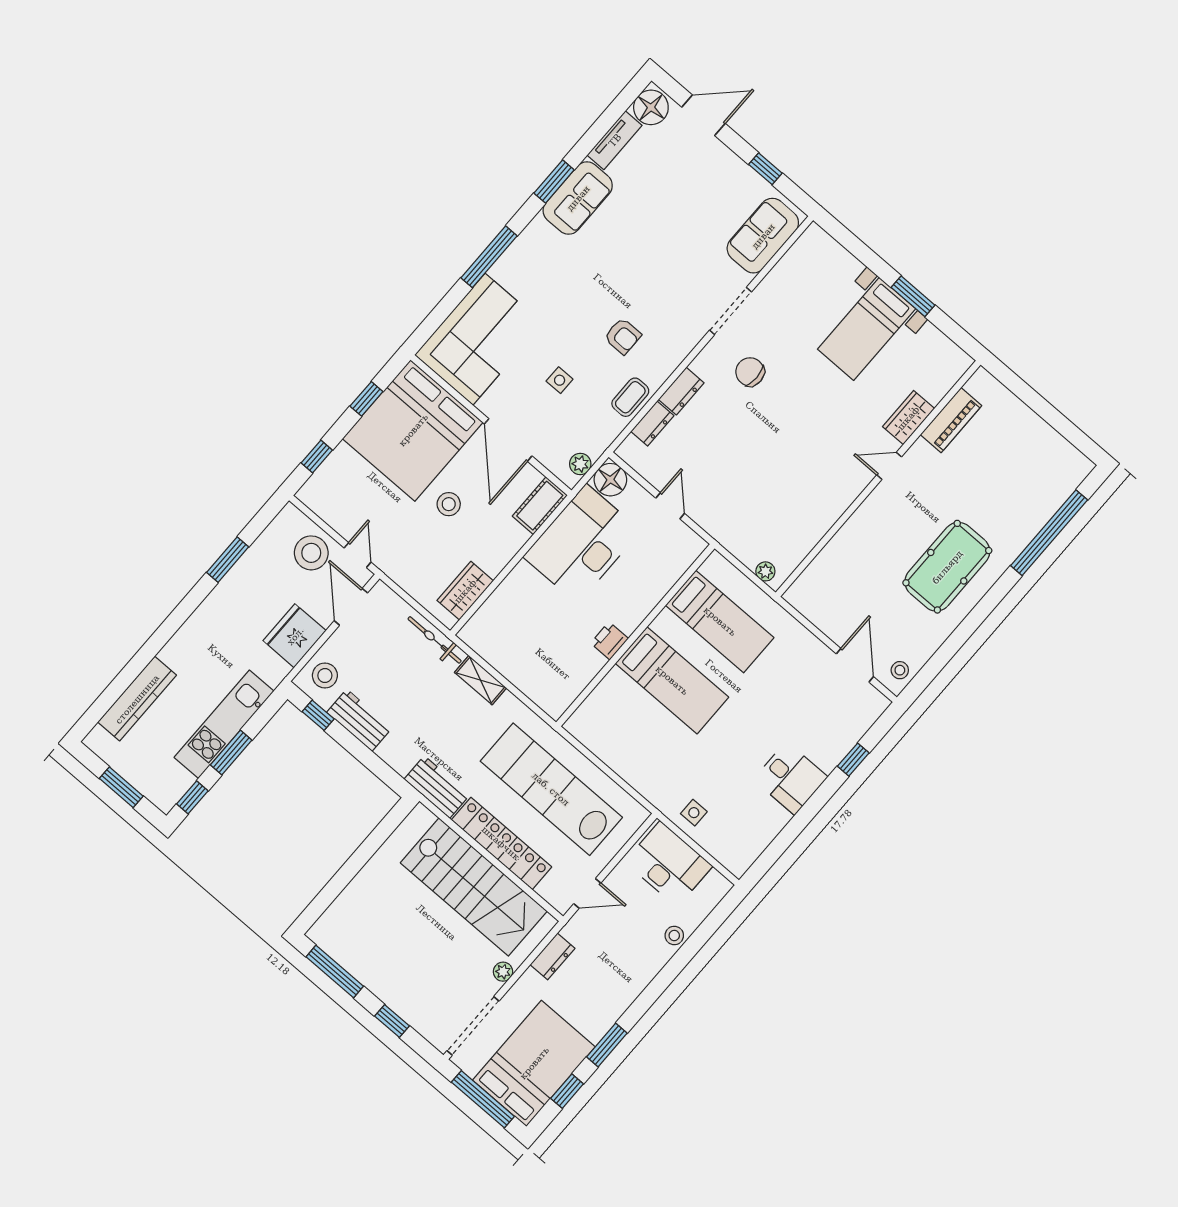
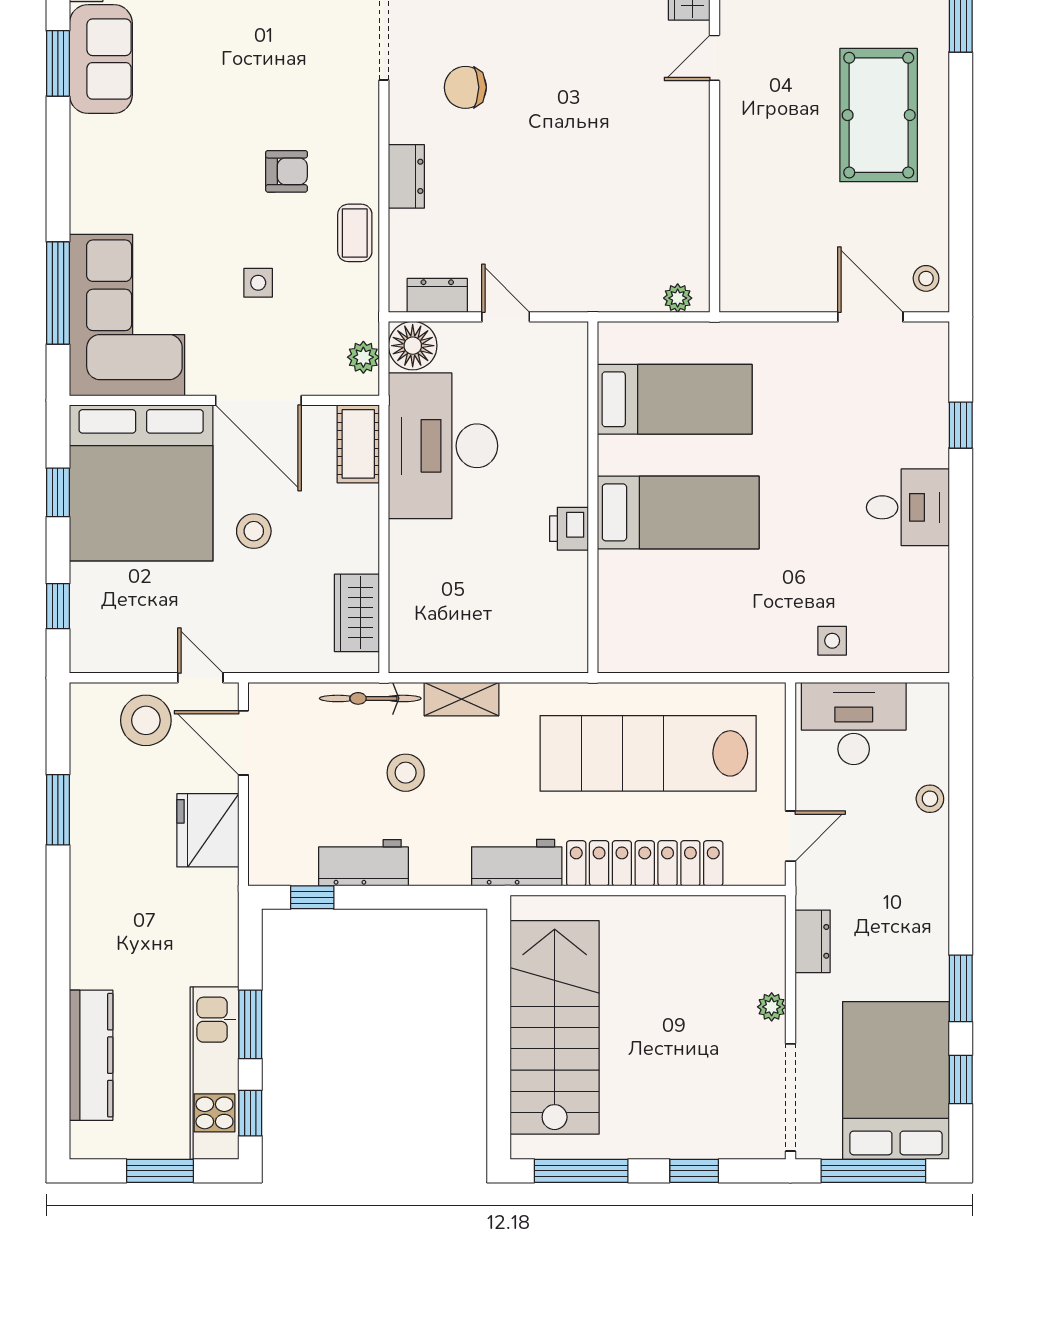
window: (489, 257) -> (58, 293), moved
dresser: (652, 424) -> (437, 295), moved, turned -90
stool: (325, 675) -> (406, 773), moved
kitchen unit: (224, 724) -> (214, 1073), moved
stairs: (474, 887) -> (555, 1027), moved, turned -90

